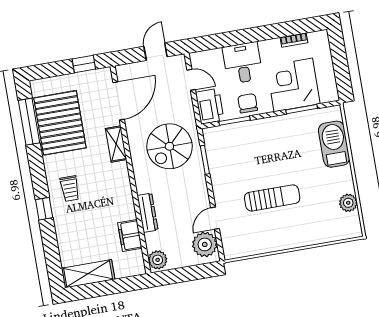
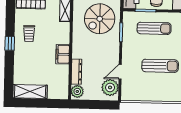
sun lounger: (252, 144) -> (154, 28), added
dresser: (147, 213) -> (76, 72), moved
filing cabinet: (130, 236) -> (63, 54), moved

